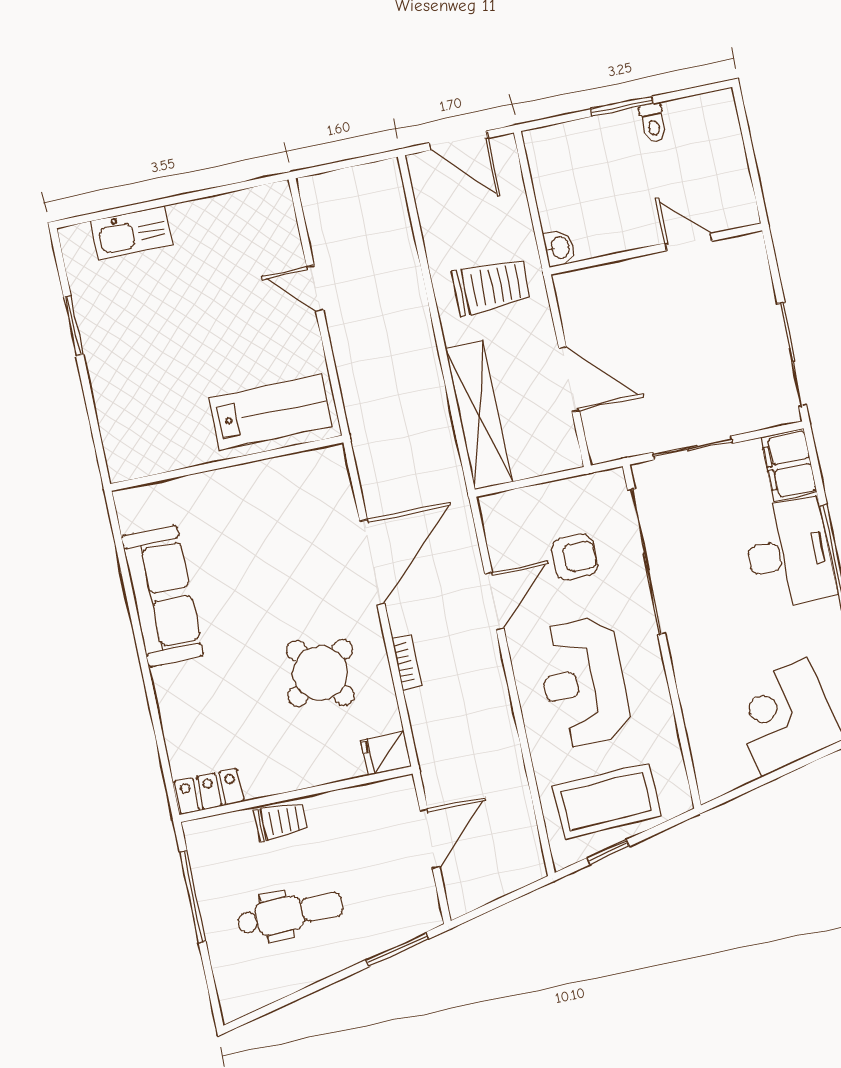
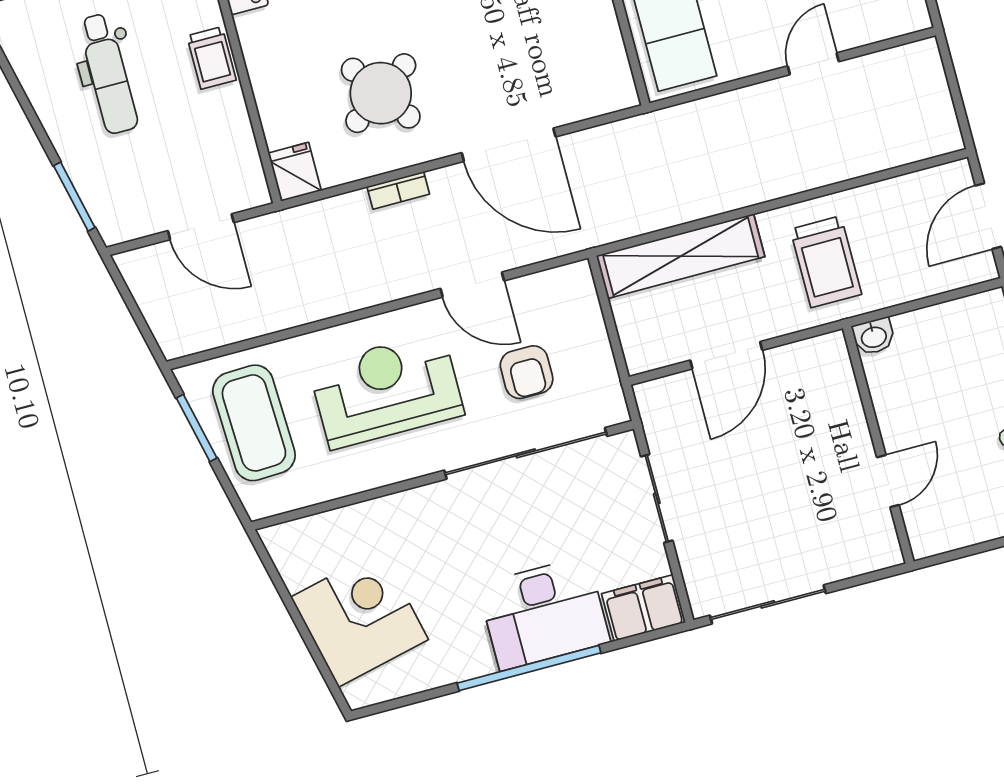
window: (608, 852) -> (197, 428), width x1.50

